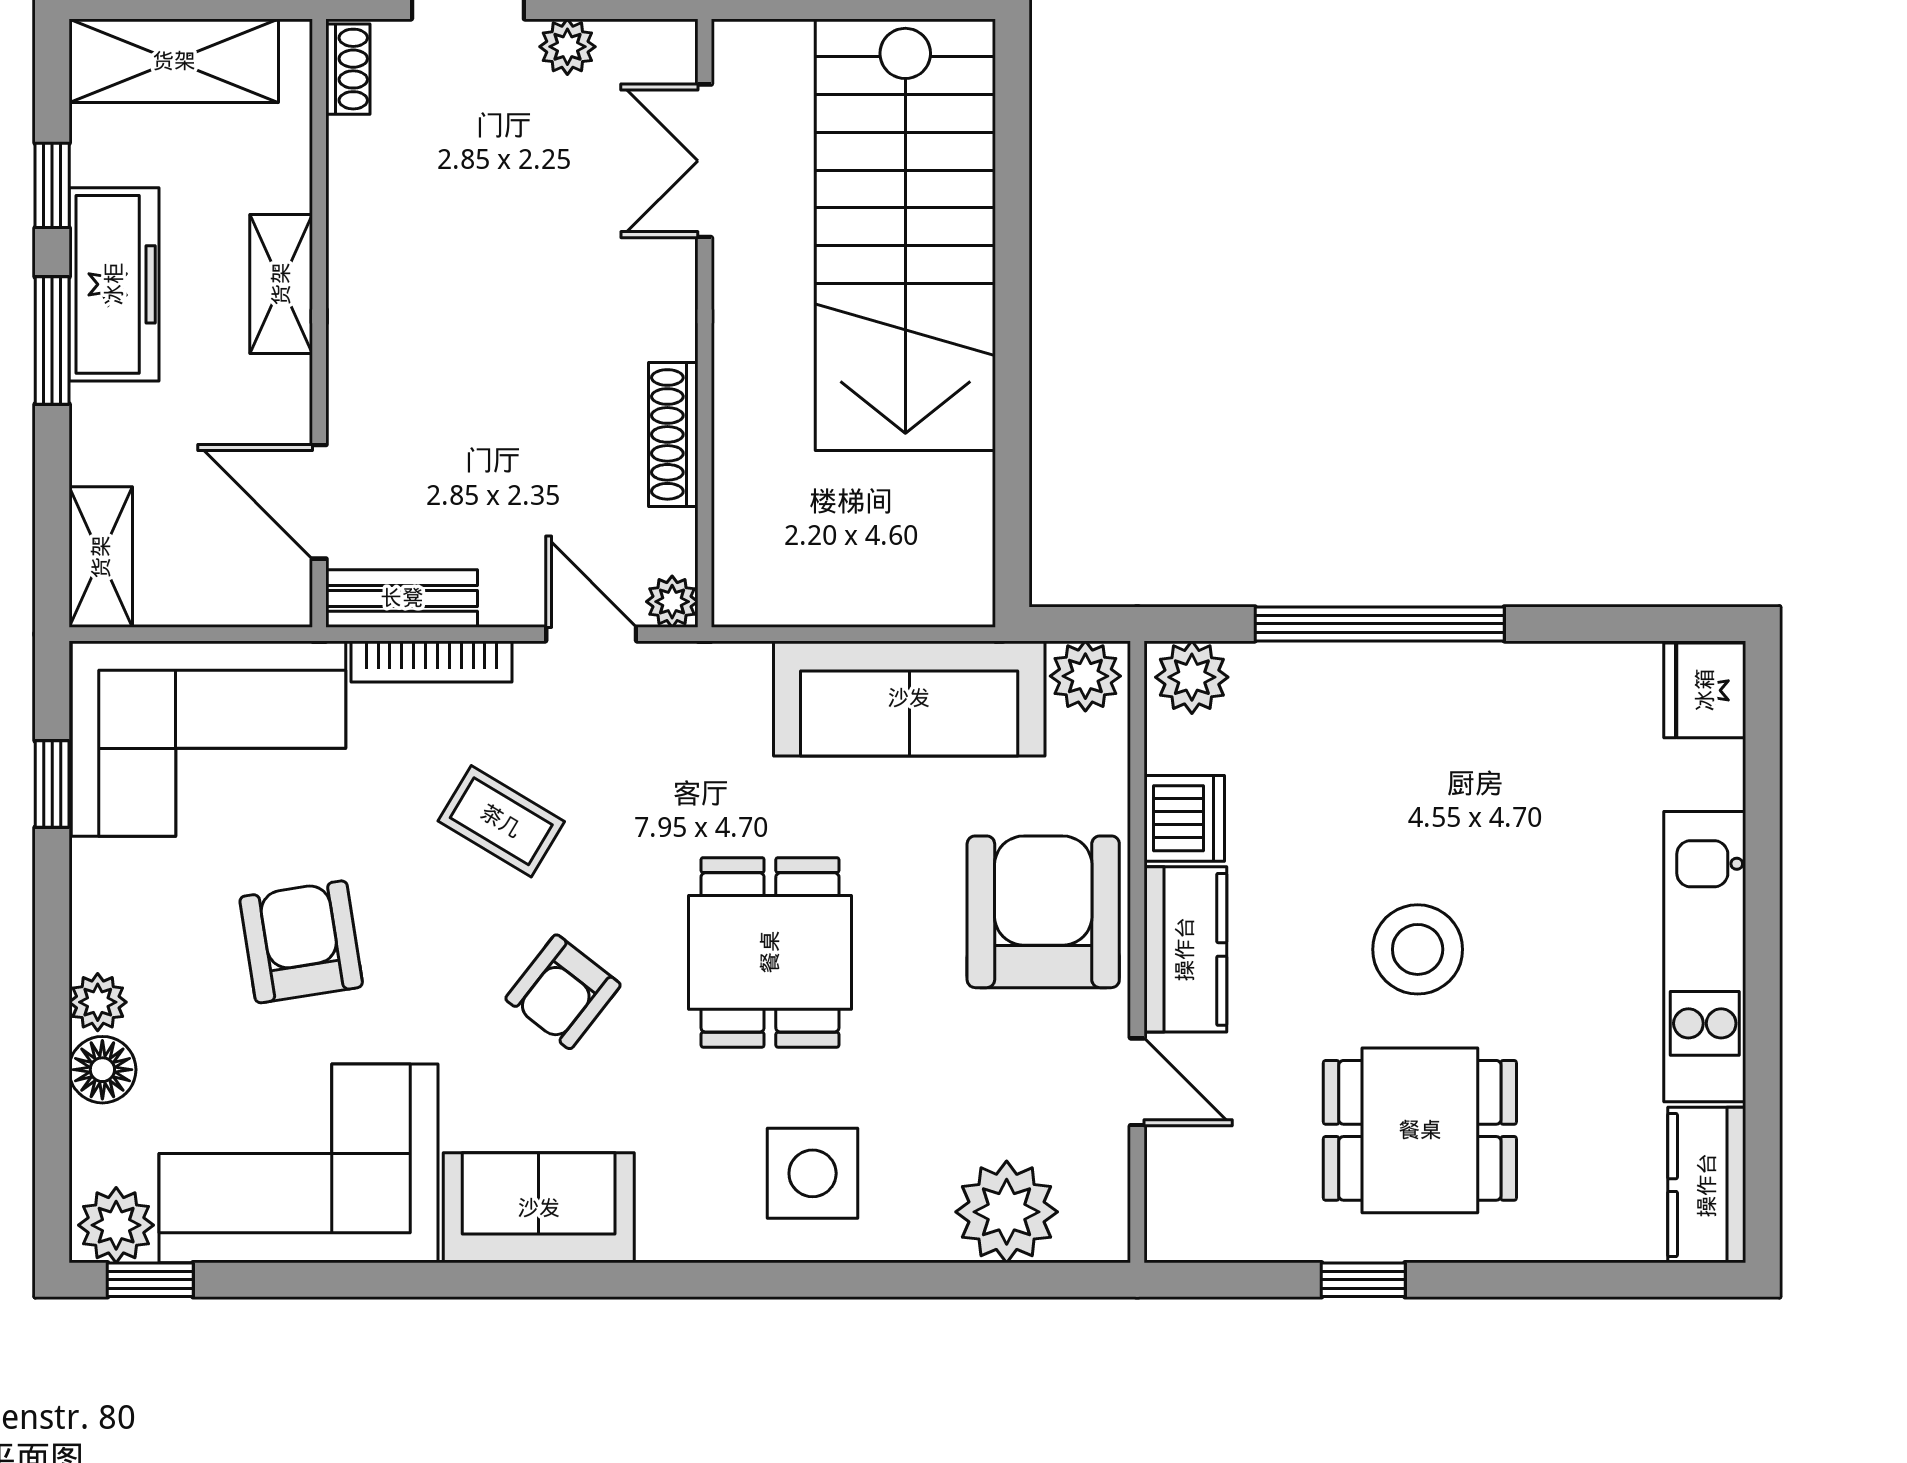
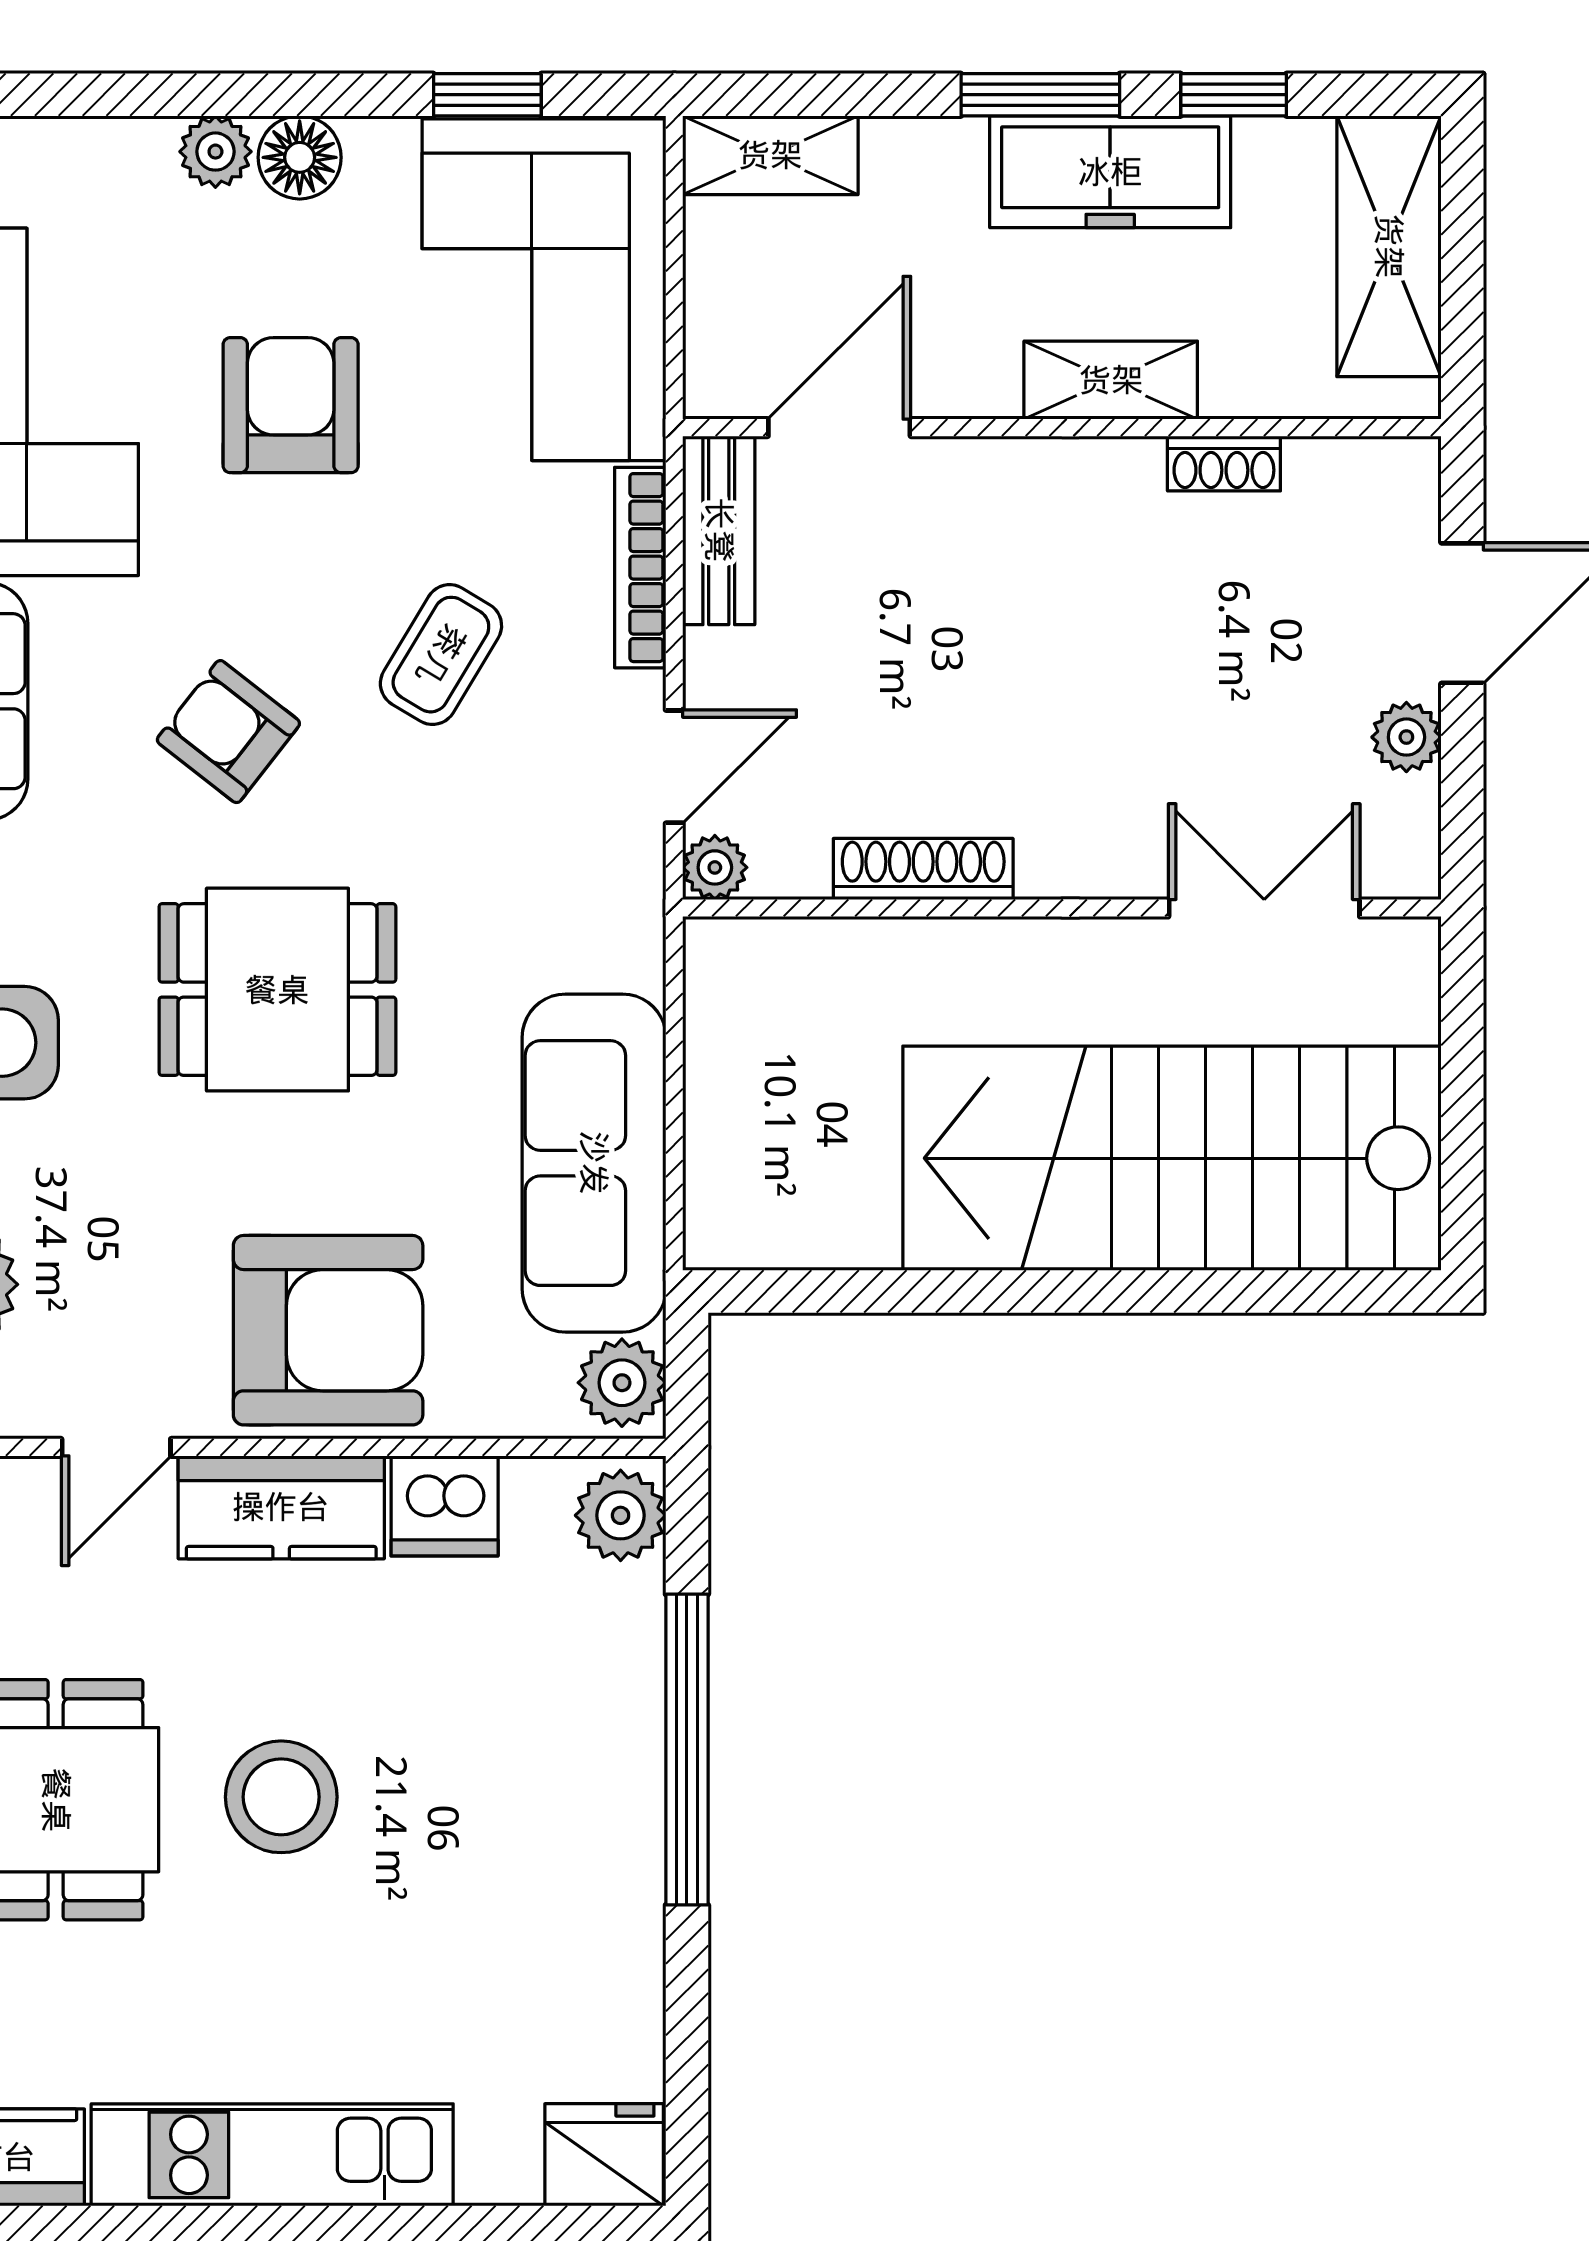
shoe rack: (348, 69) -> (1224, 463), moved
armchair: (301, 942) -> (291, 405), turned -81
floor lamp: (102, 1070) -> (300, 157), moved

